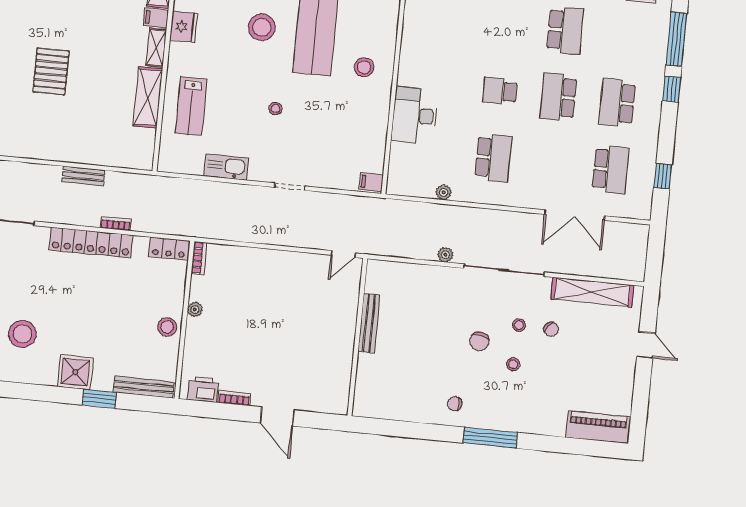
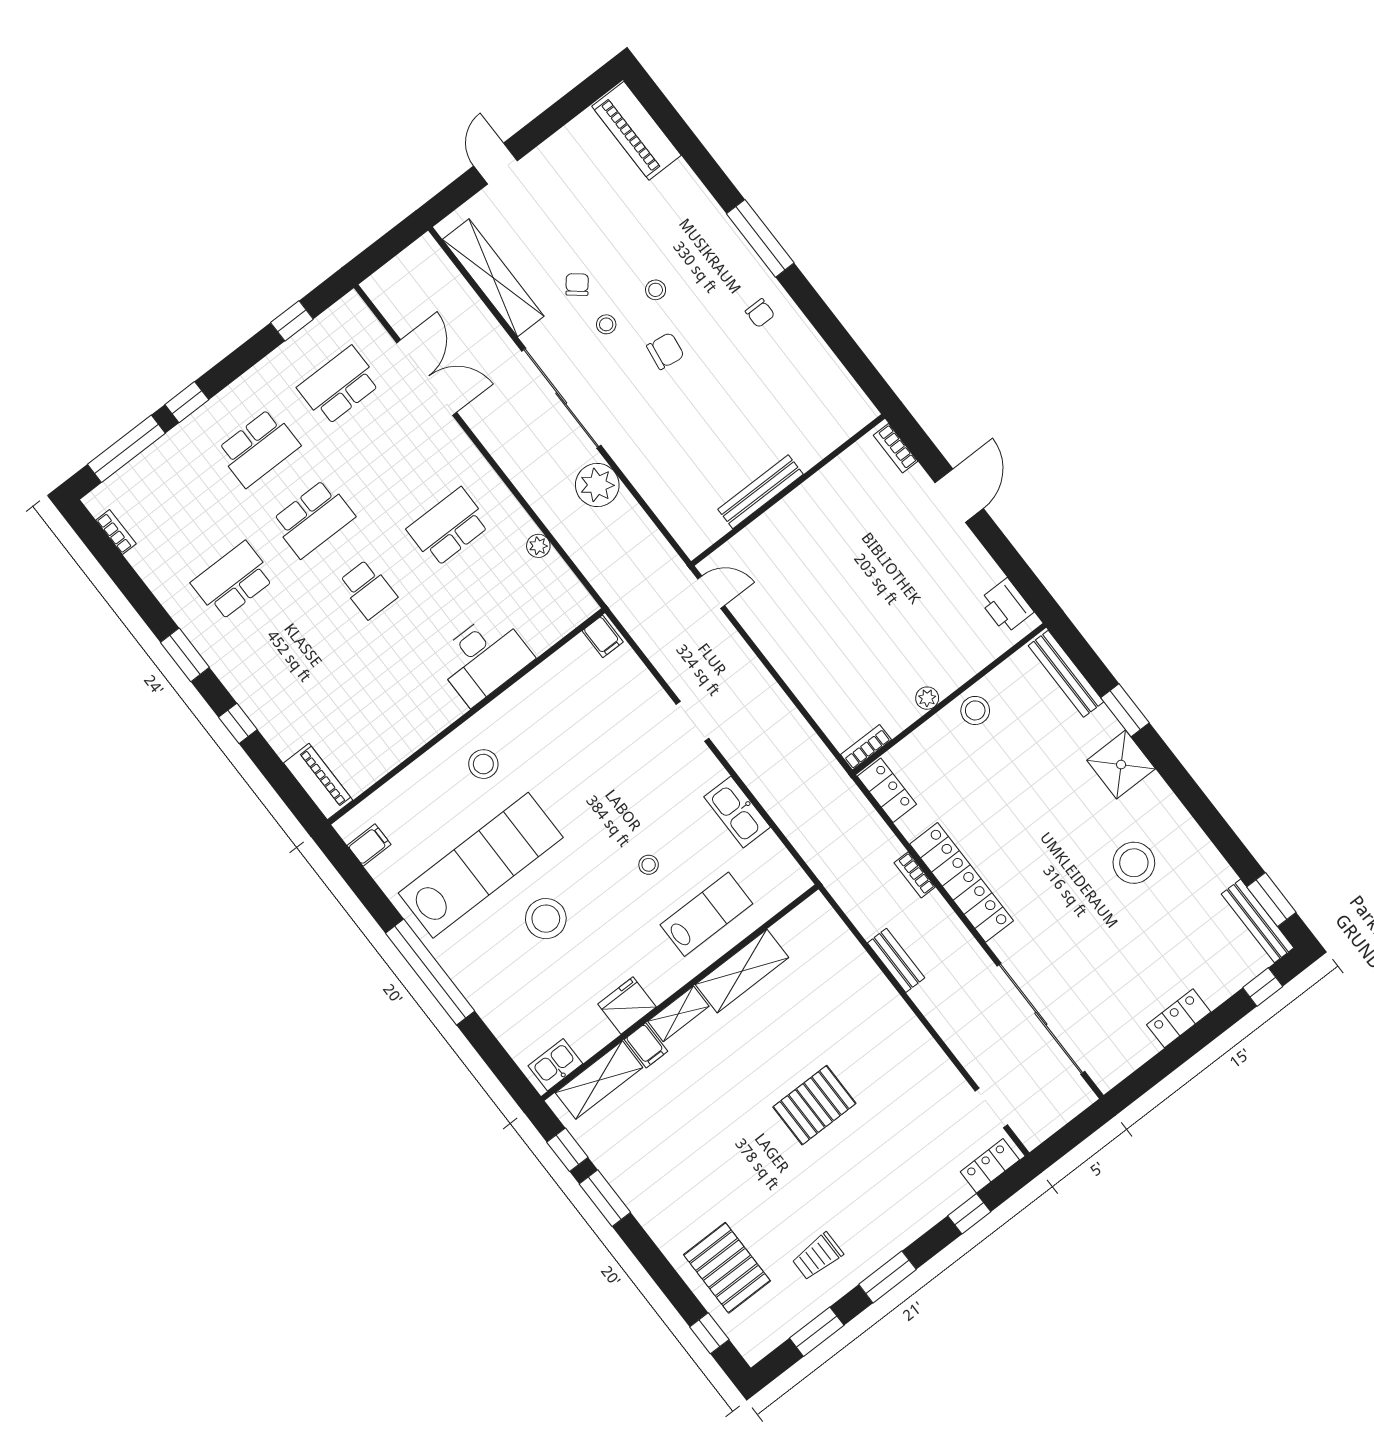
stool: (275, 109) -> (649, 865), moved
plant: (445, 255) -> (597, 485), width x1.88, depth x1.88
bookcase: (234, 398) -> (896, 448), moved

